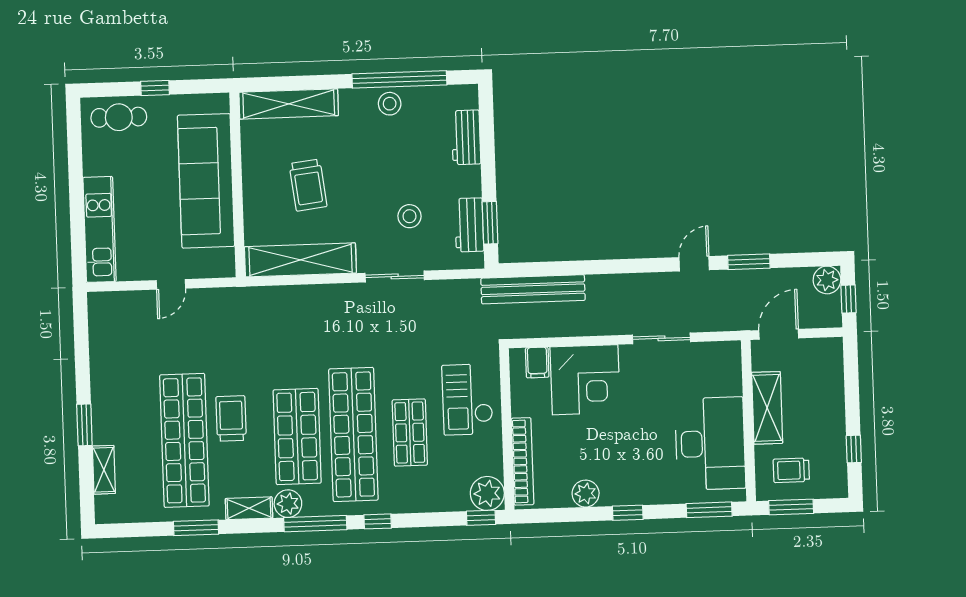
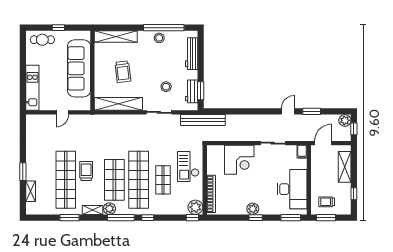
workbench: (466, 137) -> (192, 54), width x1.37
bench: (533, 289) -> (203, 120), moved
filing cabinet: (537, 363) -> (302, 152), moved
shelving: (767, 408) -> (345, 167), moved
plant: (586, 494) -> (253, 209), moved

